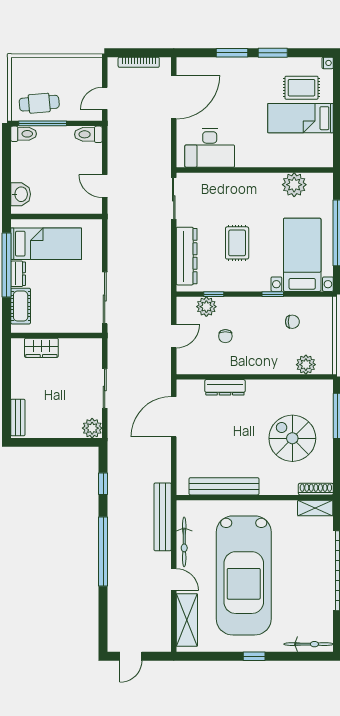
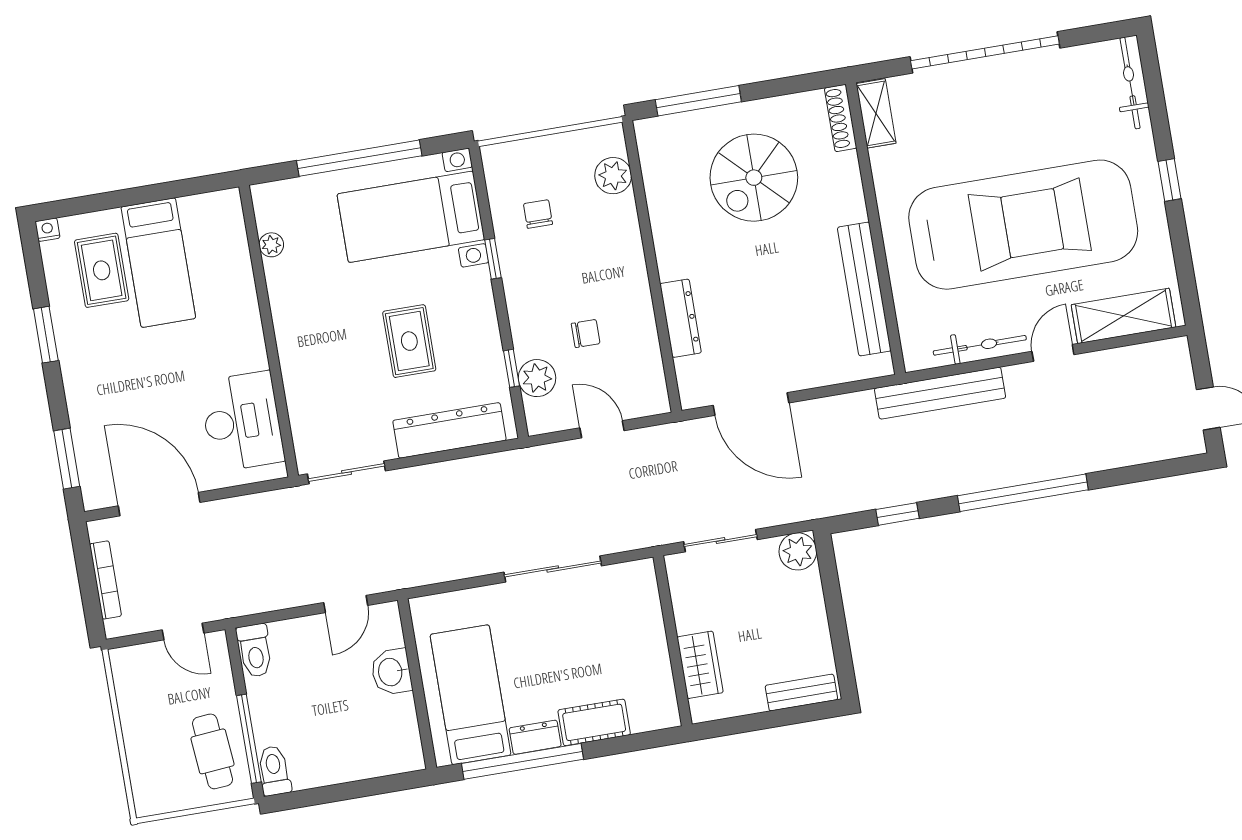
window: (232, 53) -> (67, 459), moved
plant: (294, 185) -> (271, 245), width x0.53, depth x0.53
washbasin: (21, 194) -> (391, 672), moved, turned -90
rug: (237, 243) -> (409, 341), turned 90
wall: (56, 336) -> (673, 641), moved
wardrobe: (41, 348) -> (700, 665), moved

